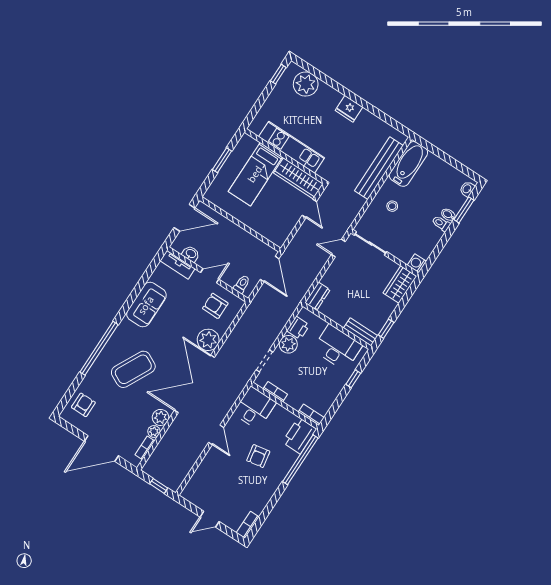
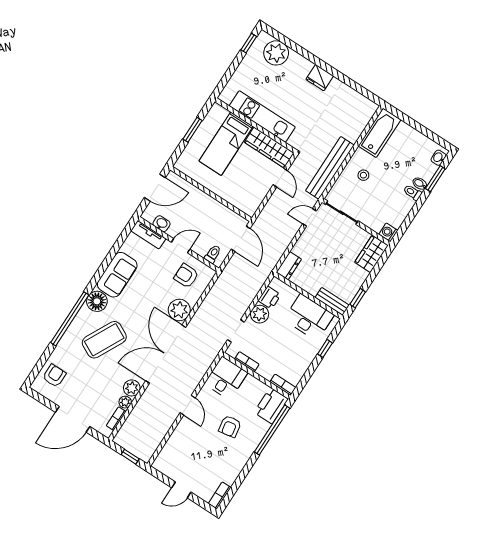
bench: (379, 168) -> (330, 168), moved
floor lamp: (126, 331) -> (97, 301), added

